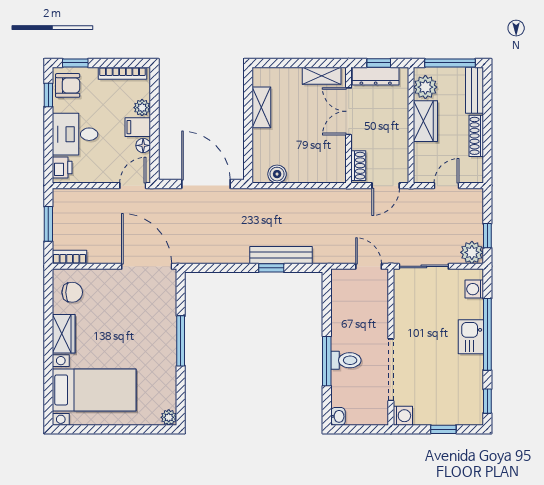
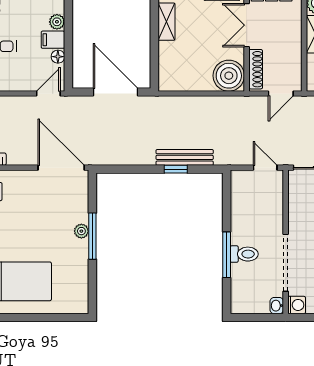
shoe rack: (358, 166) -> (256, 69), width x1.43
boiler: (277, 174) -> (229, 76), moved, width x1.86, depth x1.86
washbasin: (338, 416) -> (277, 306), moved, turned 180
plant: (169, 417) -> (81, 231), moved

